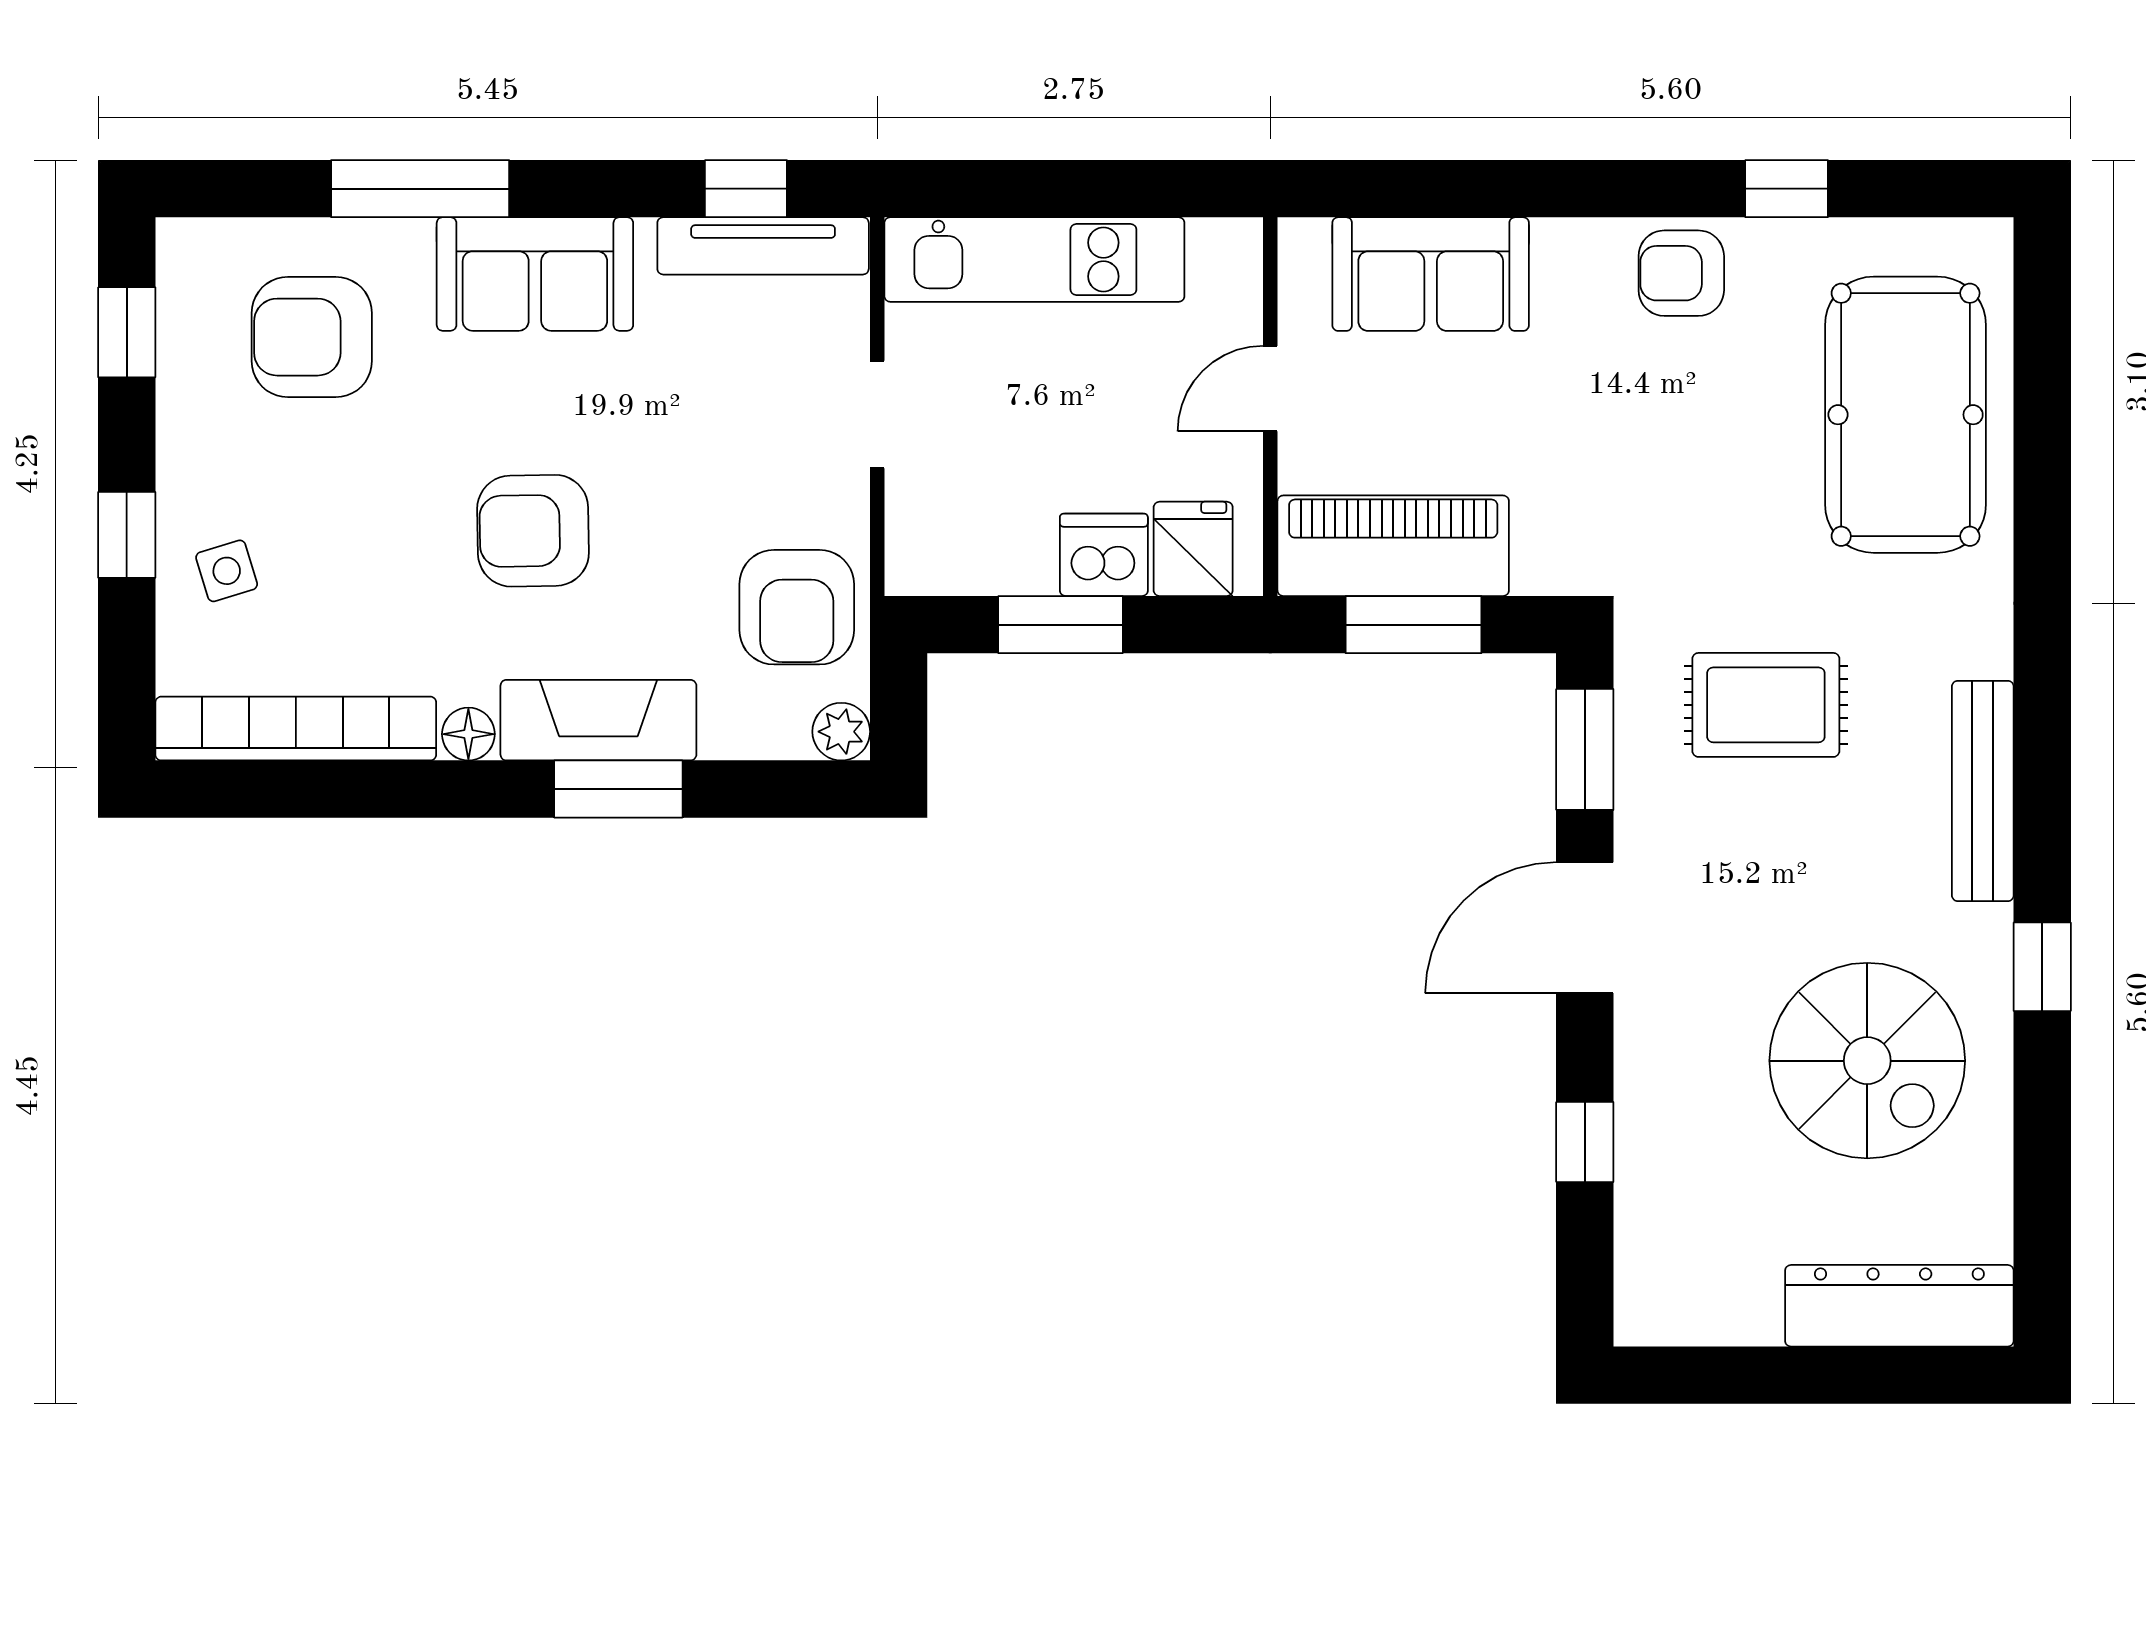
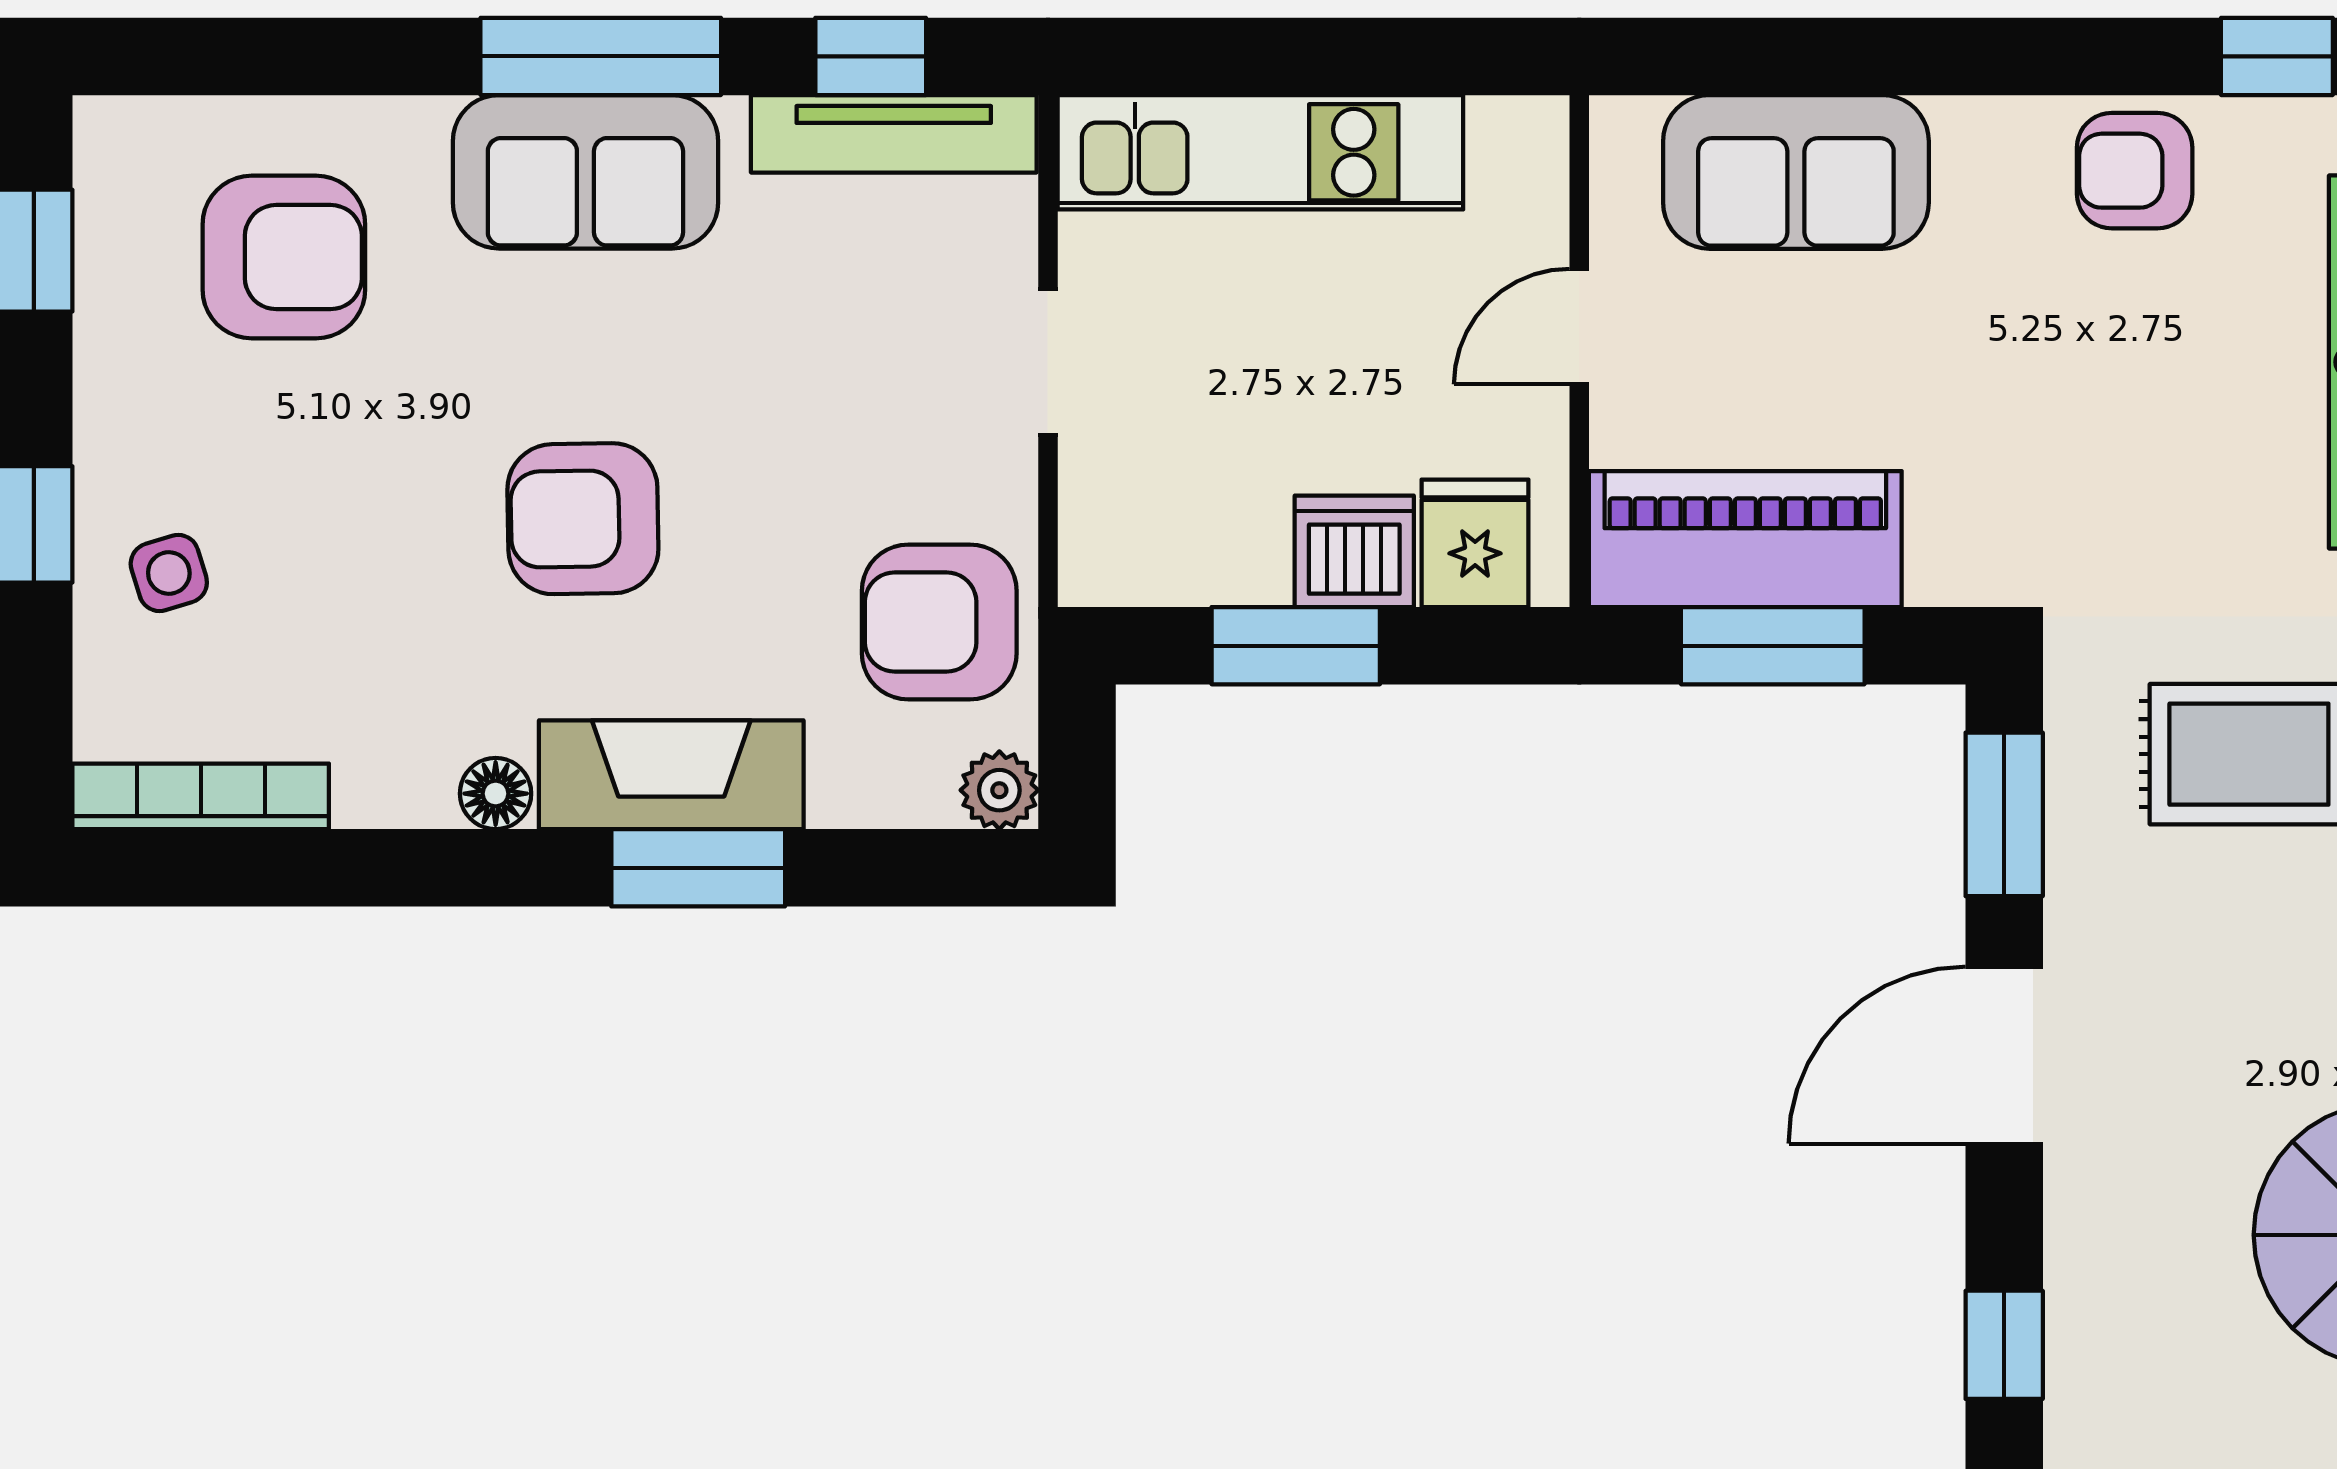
window: (420, 189) -> (601, 56), moved
armchair: (312, 337) -> (284, 257), turned 180
armchair: (797, 607) -> (939, 622), turned 90
bookcase: (296, 729) -> (201, 796), width x0.68, depth x0.76

